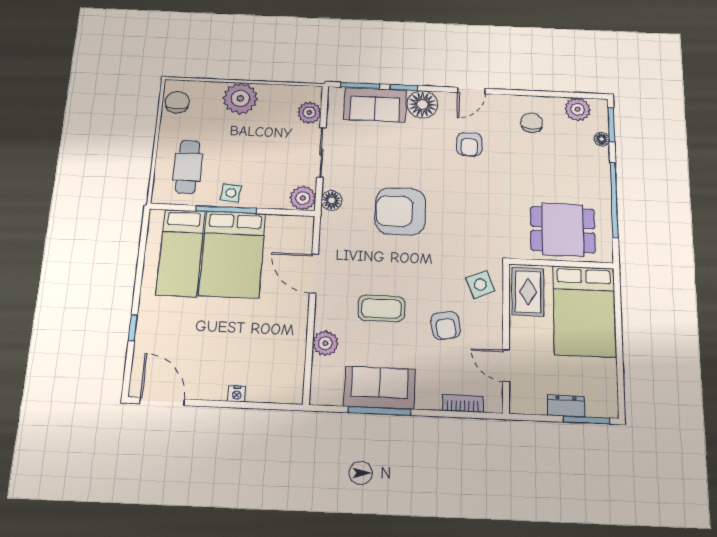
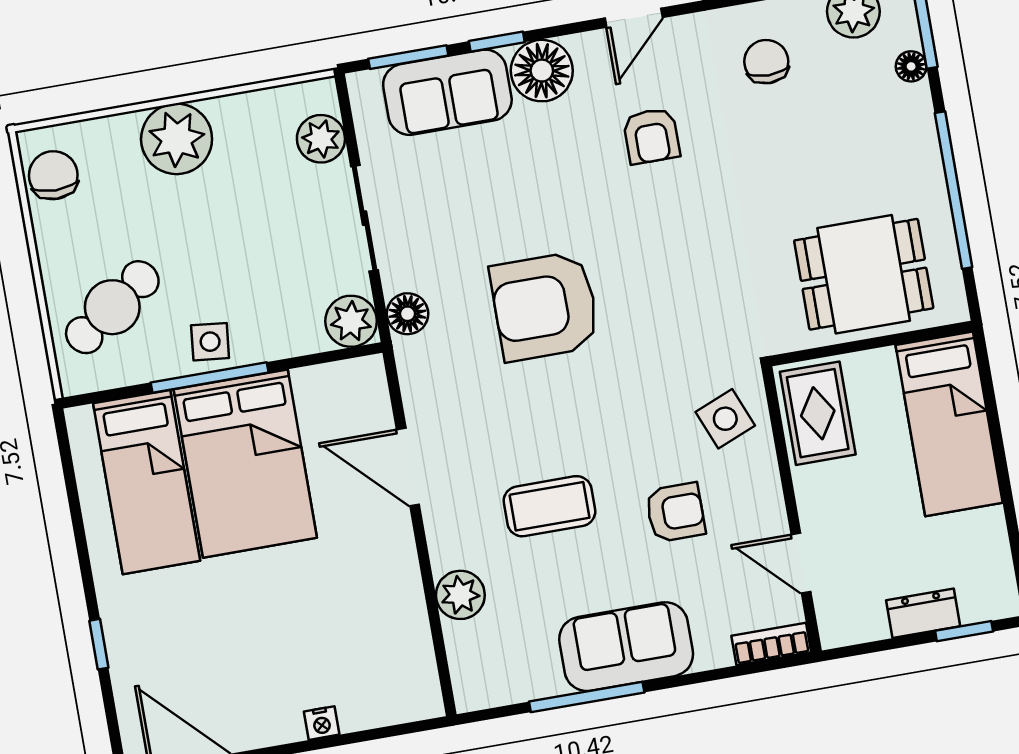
cafe table: (188, 167) -> (112, 307), turned 55
bed: (584, 311) -> (949, 424), width x0.67
armchair: (446, 325) -> (675, 512), turned -80
sofa: (380, 388) -> (626, 647), moved
bookcase: (463, 403) -> (771, 644), moved
window: (587, 420) -> (964, 631), width x0.67

